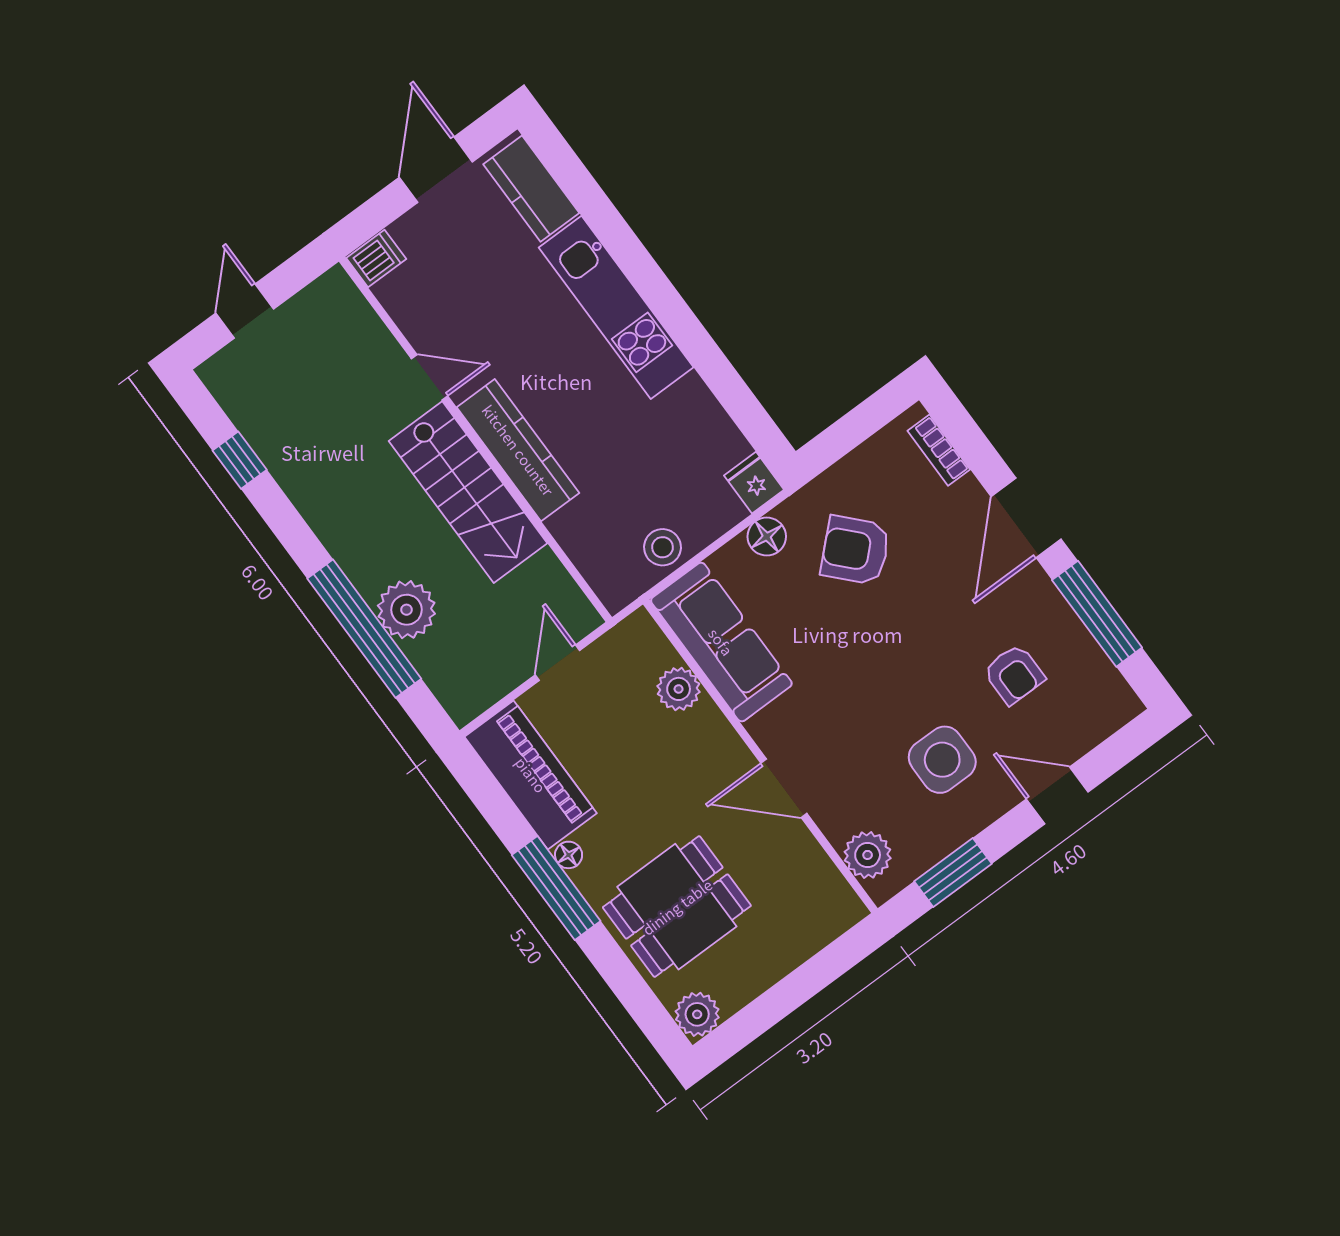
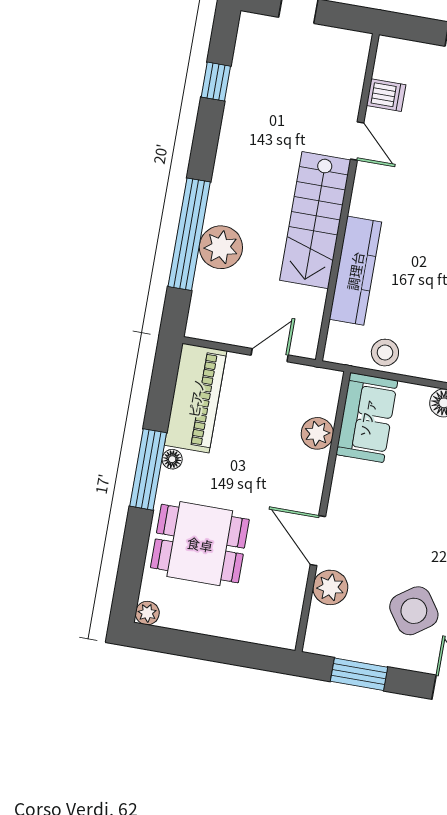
dishwasher: (376, 258) -> (386, 95), moved
kitchen counter: (518, 450) -> (355, 271), moved
sofa: (721, 642) -> (367, 418), width x0.73
side table: (942, 760) -> (414, 611), turned -35
plant: (868, 855) -> (330, 587), moved
plant: (697, 1014) -> (147, 613), width x0.73, depth x0.73

